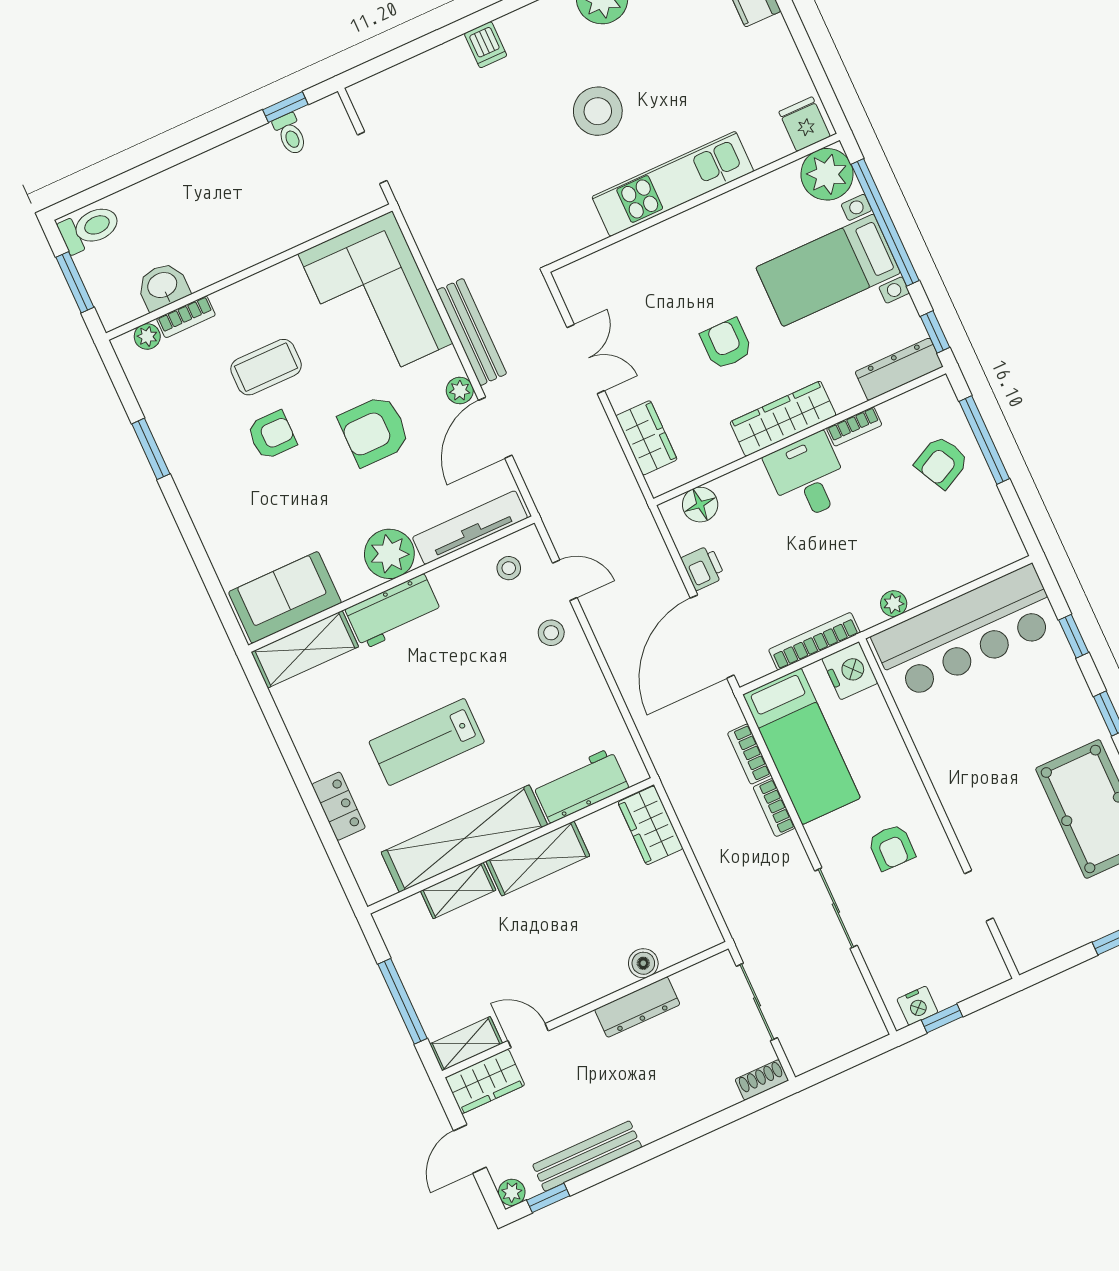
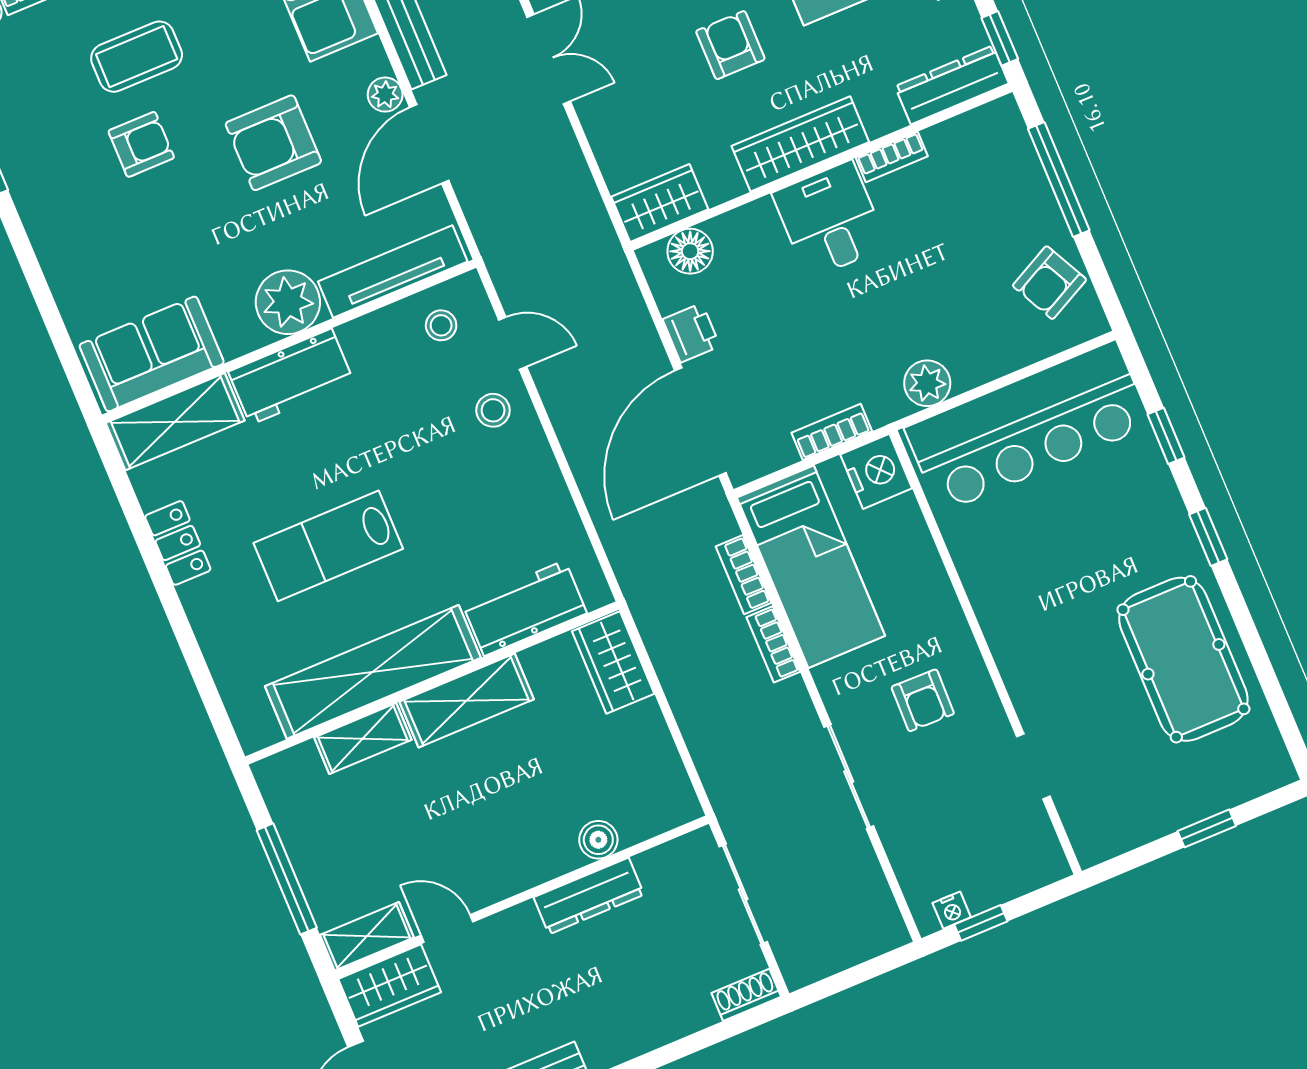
wardrobe: (646, 438) -> (660, 203), moved, turned -90
armchair: (942, 462) -> (1049, 283), moved
plant: (894, 604) -> (927, 383), width x1.38, depth x1.38
bookcase: (814, 641) -> (832, 432), width x0.64
locker: (339, 806) -> (178, 543), moved
nightstand: (917, 1006) -> (952, 910), width x0.72, depth x0.74

